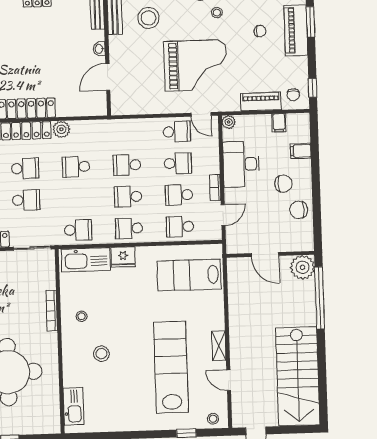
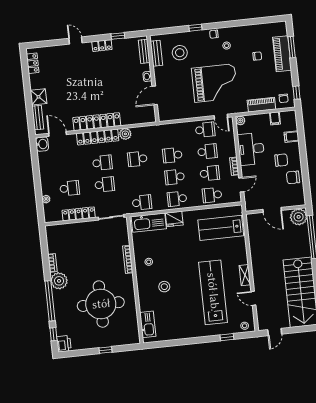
school desk: (179, 195) -> (210, 173), turned 180

